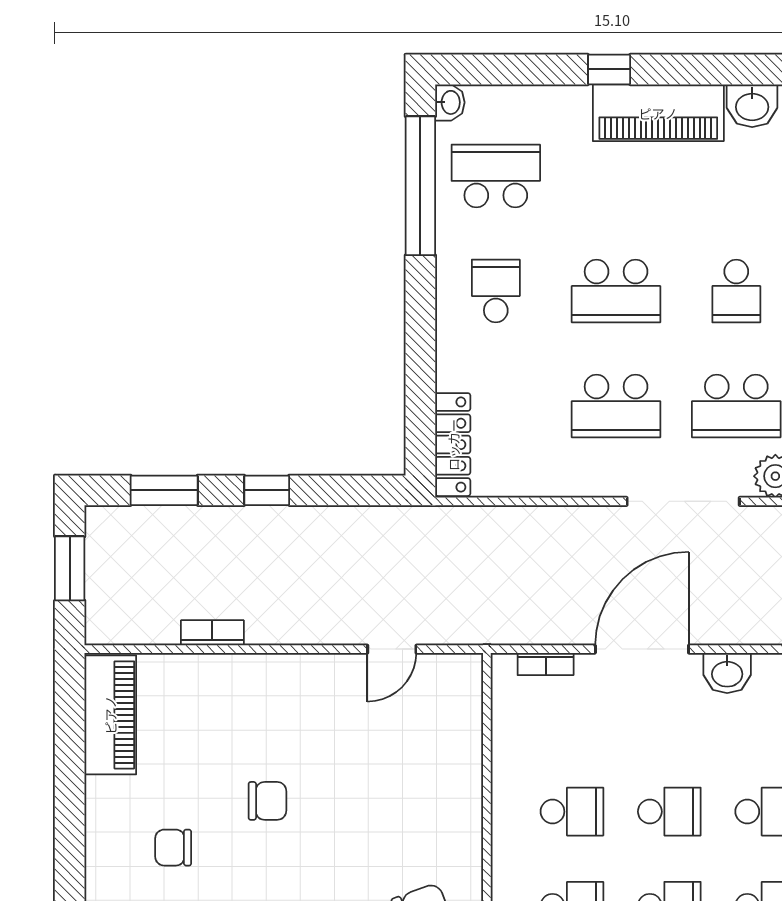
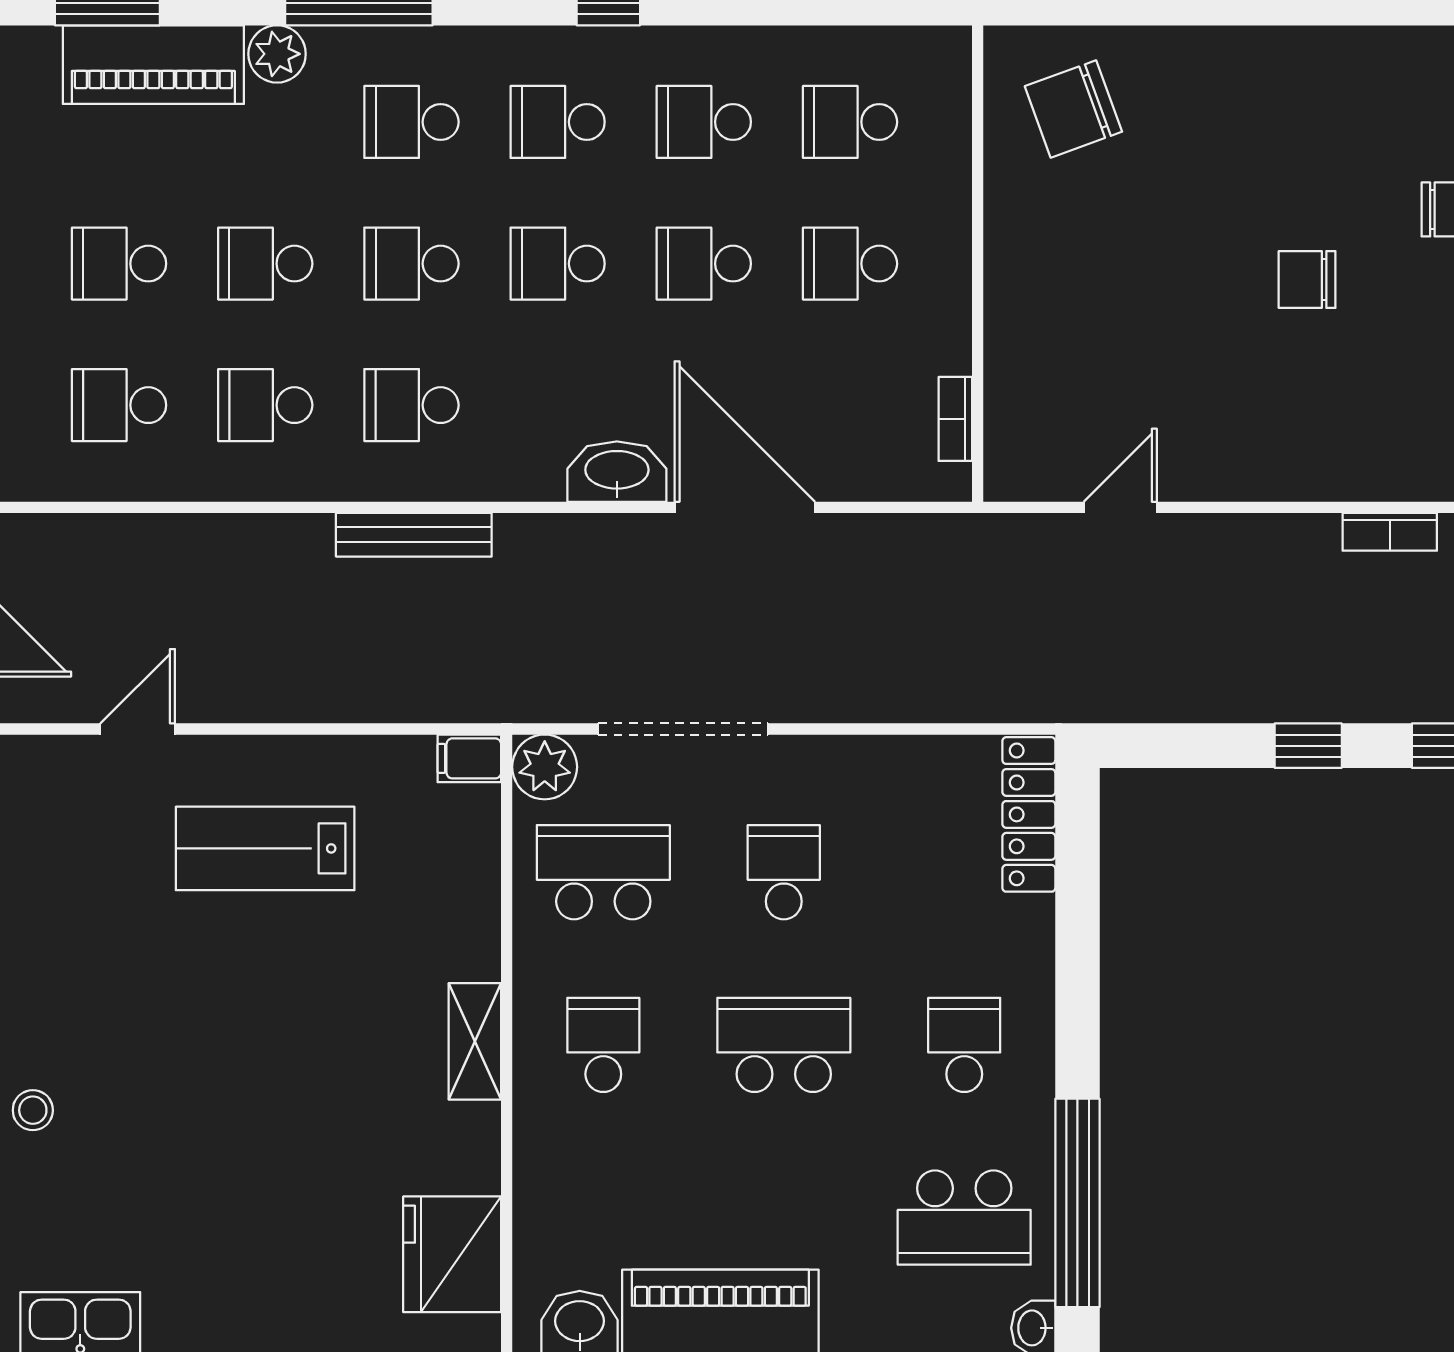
school desk: (496, 291) -> (964, 1045), turned 180
school desk: (616, 406) -> (784, 872), width x0.54
door: (642, 649) -> (745, 507), swing flipped
bookcase: (546, 664) -> (955, 419), moved, turned -90
washbasin: (727, 673) -> (617, 472), width x1.38

